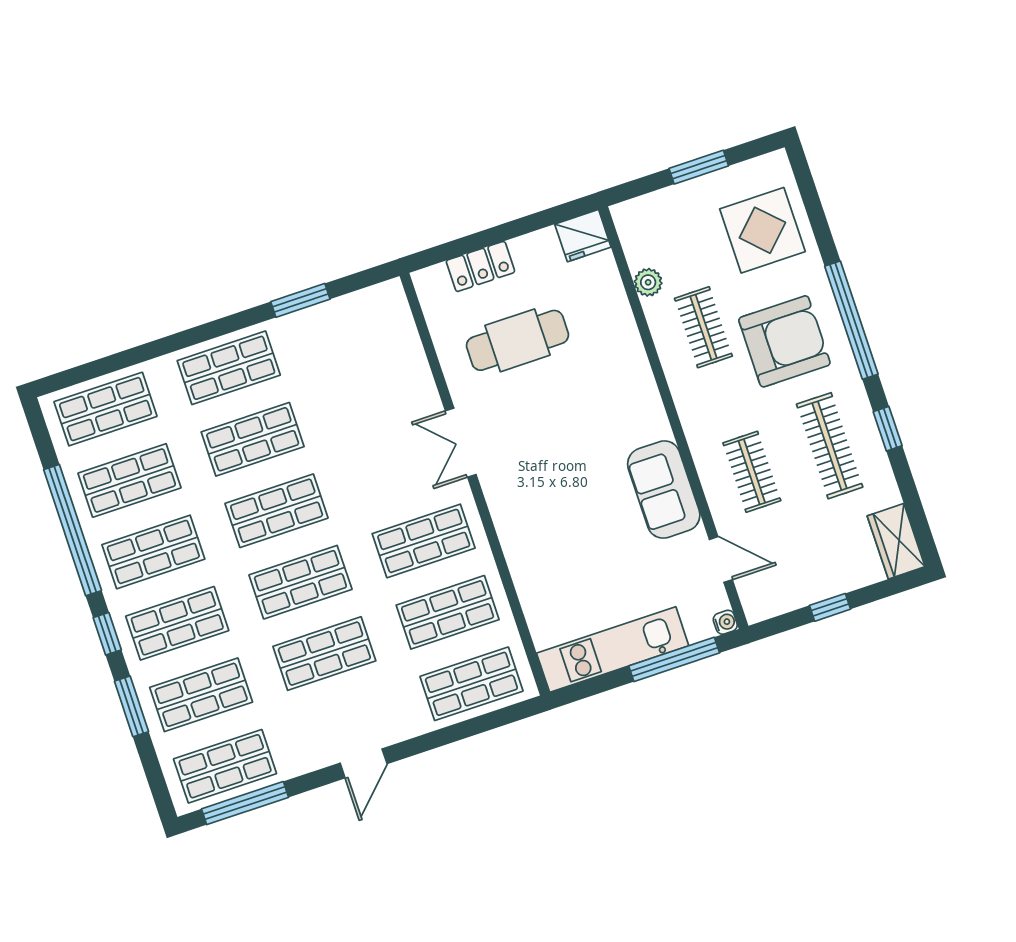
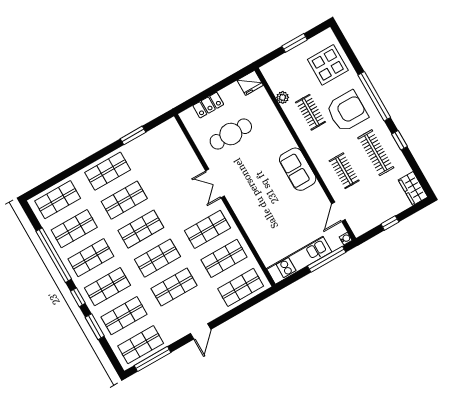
sofa: (664, 490) -> (298, 169), moved
door: (721, 560) -> (338, 212), swing flipped

